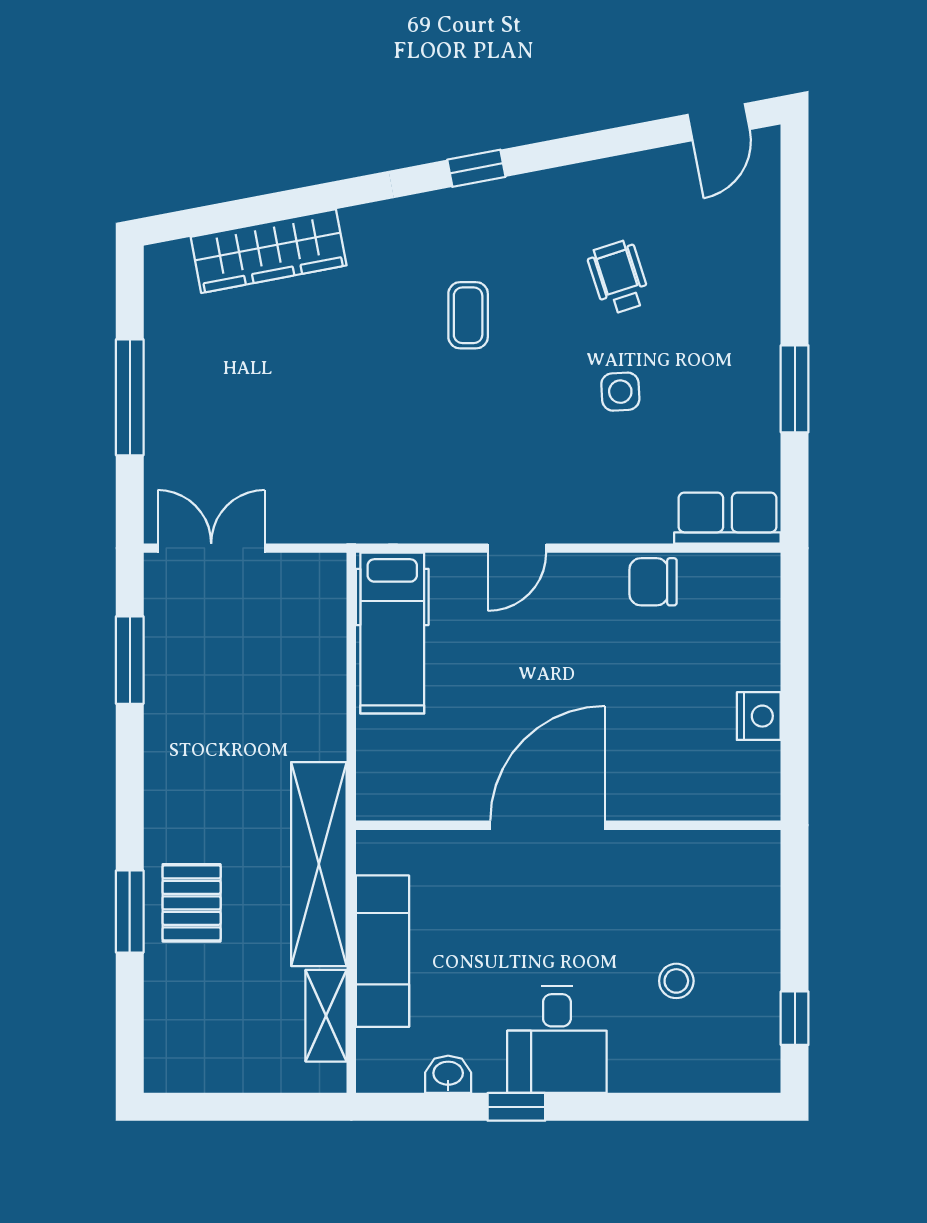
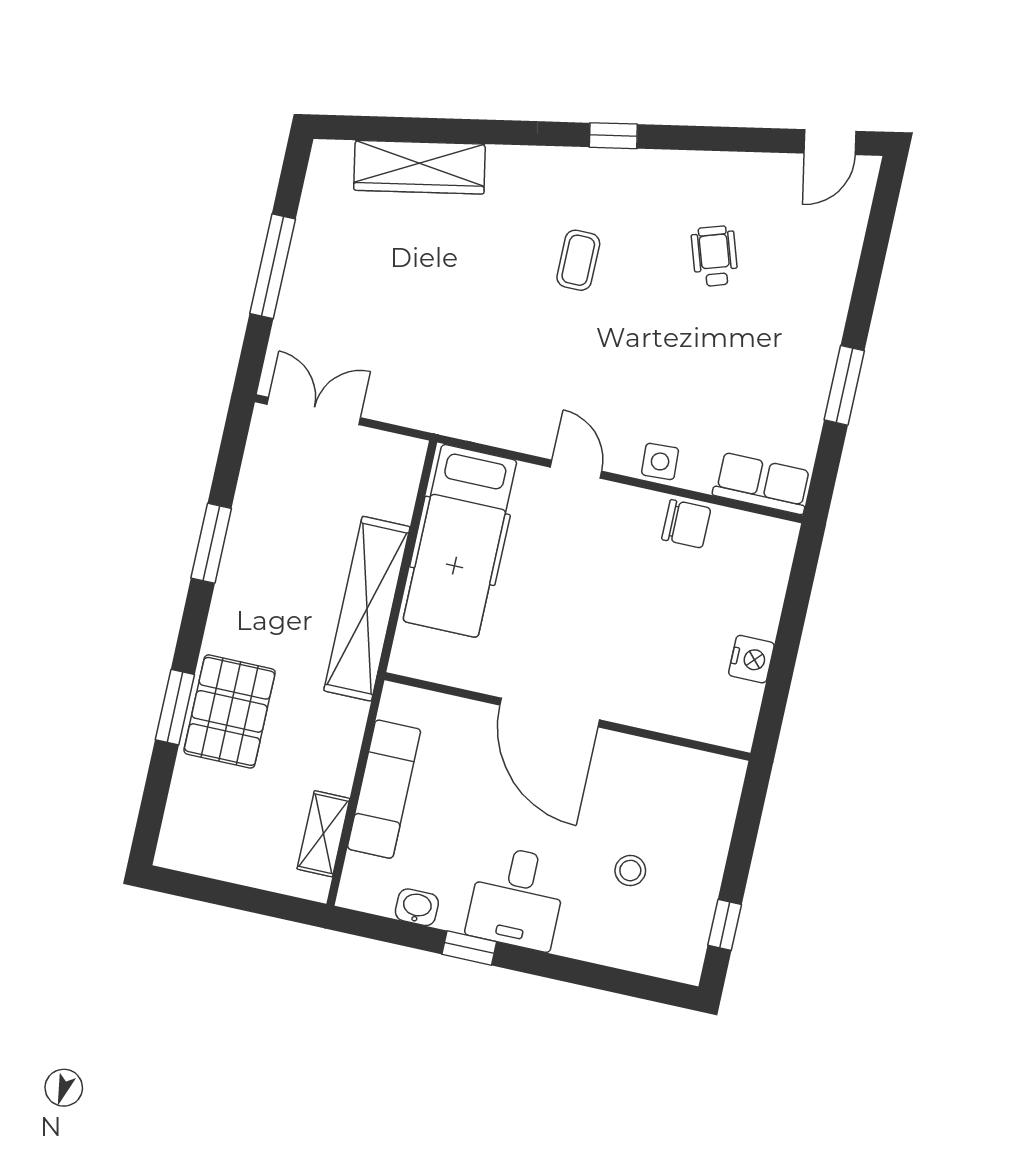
side table: (620, 392) -> (660, 461), moved
door: (517, 548) -> (576, 469), swing flipped
chair: (653, 582) -> (686, 524), turned 180
hospital bed: (392, 633) -> (460, 541), width x1.37, depth x1.29
window: (130, 660) -> (211, 543), moved
door: (548, 825) -> (550, 712), swing flipped
shelving: (319, 864) -> (367, 609), moved
pallet: (192, 903) -> (230, 711), width x1.50, depth x1.42

